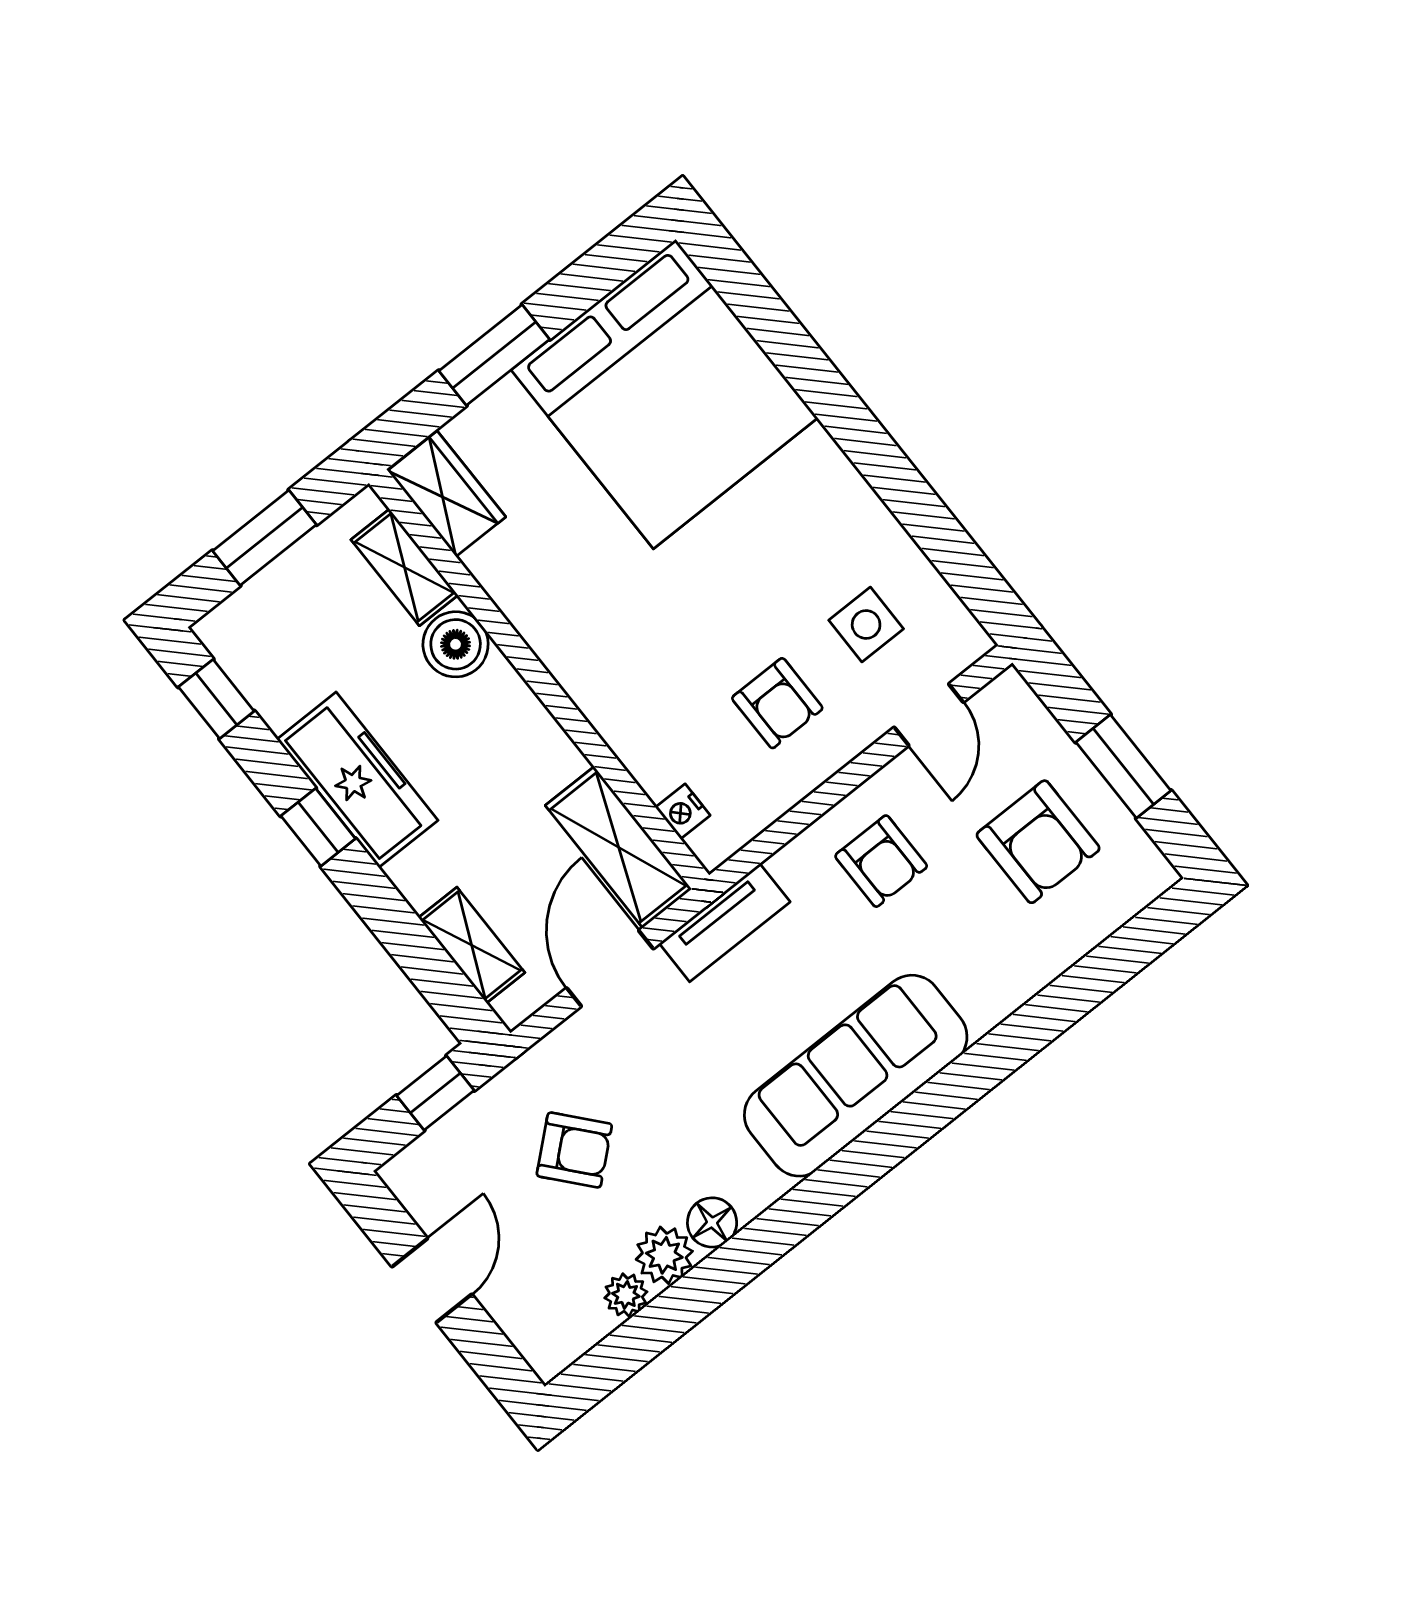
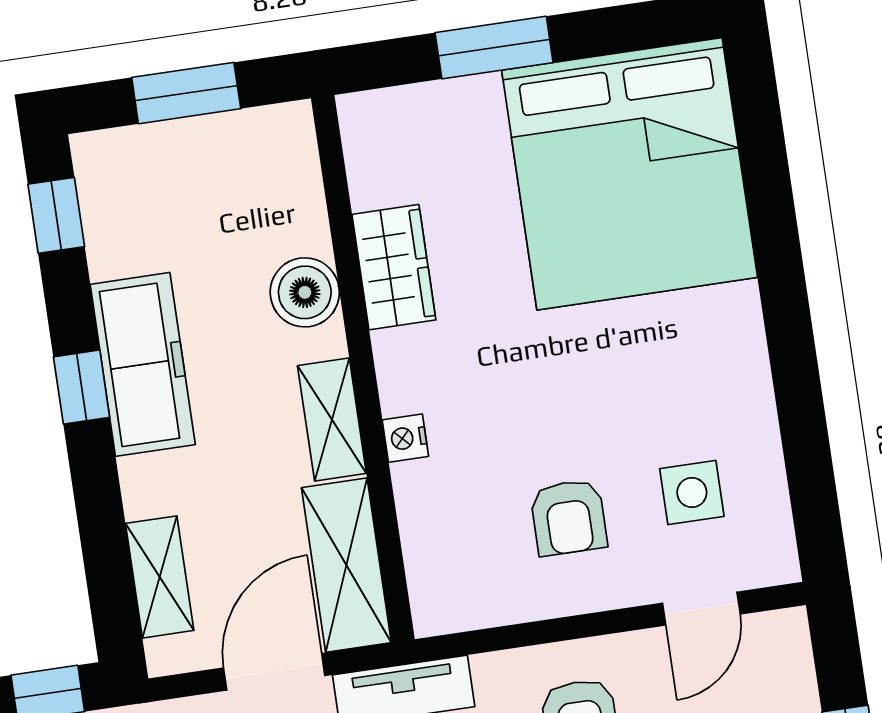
wardrobe: (447, 494) -> (394, 267), moved
shelving: (404, 567) -> (332, 419), moved
nightstand: (683, 811) -> (405, 438), moved

